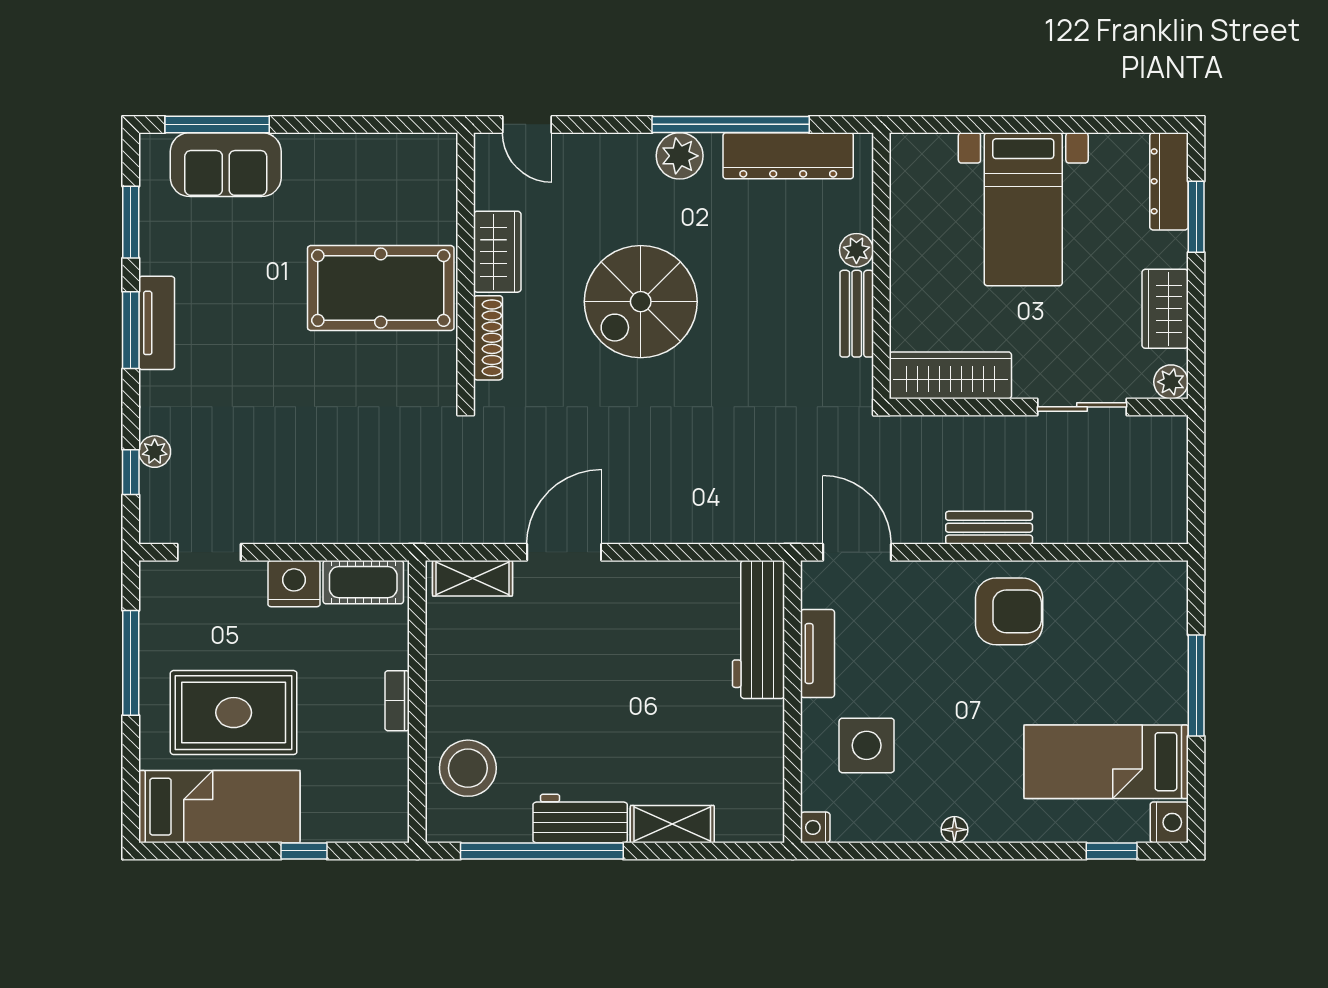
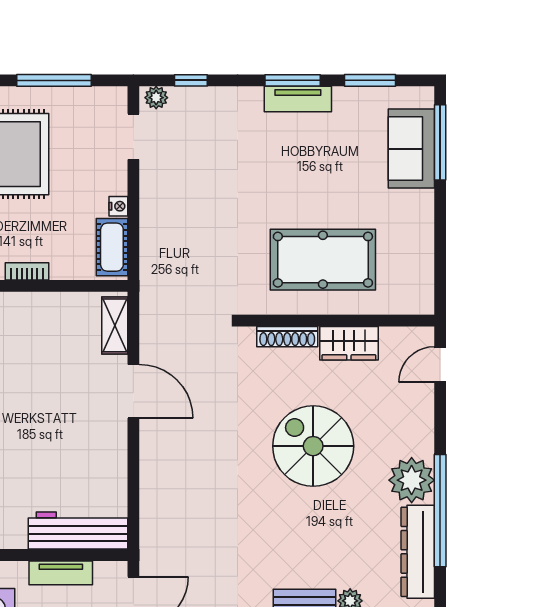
plant: (680, 156) -> (412, 480), width x1.36, depth x1.36
pool table: (381, 288) -> (323, 260), turned 90
plant: (155, 452) -> (156, 98), moved
nightstand: (294, 584) -> (118, 206), width x0.53, depth x0.56

